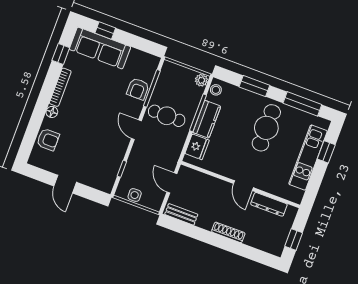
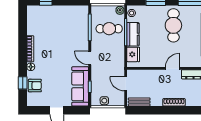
sofa: (100, 48) -> (80, 86), moved, turned 90
window: (61, 54) -> (23, 83), moved
armchair: (138, 89) -> (81, 31), removed
cafe table: (167, 116) -> (109, 29), moved
door: (243, 186) -> (172, 68), swing flipped

